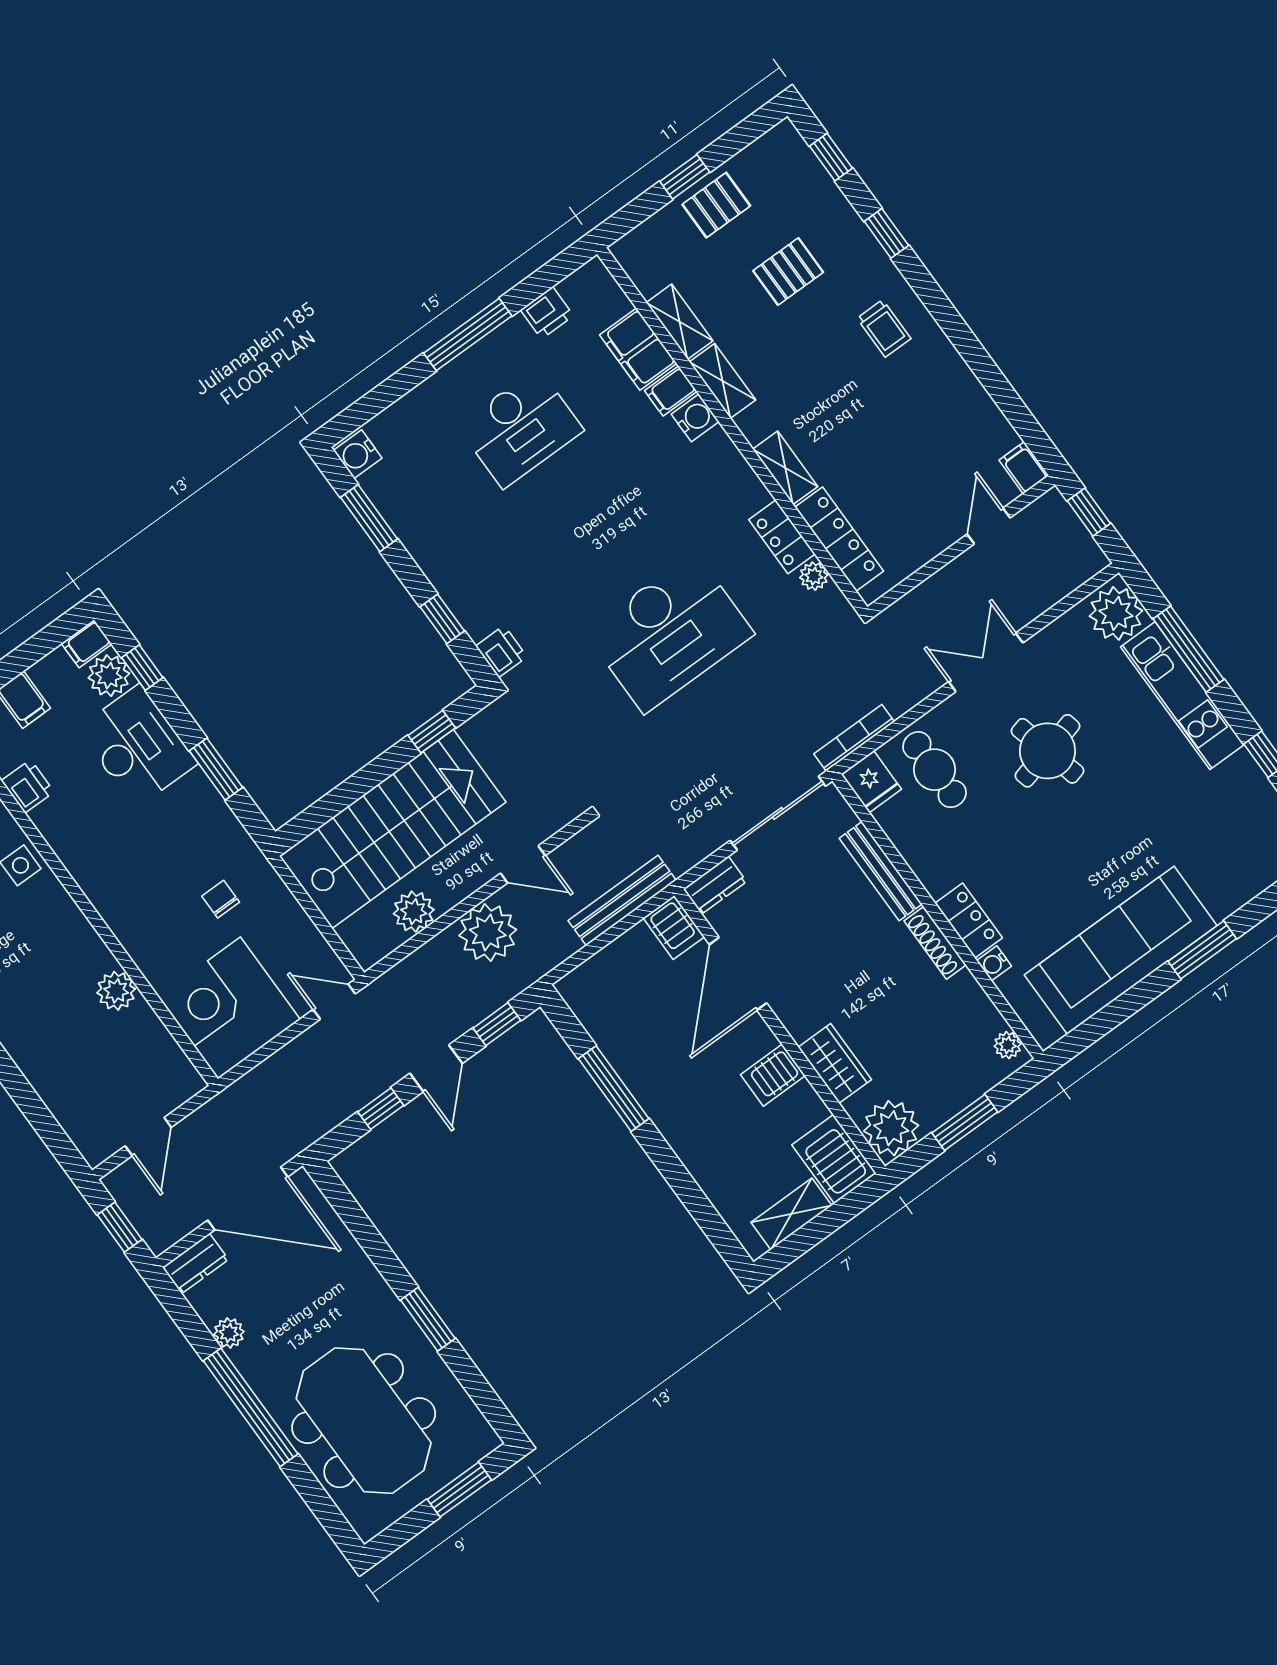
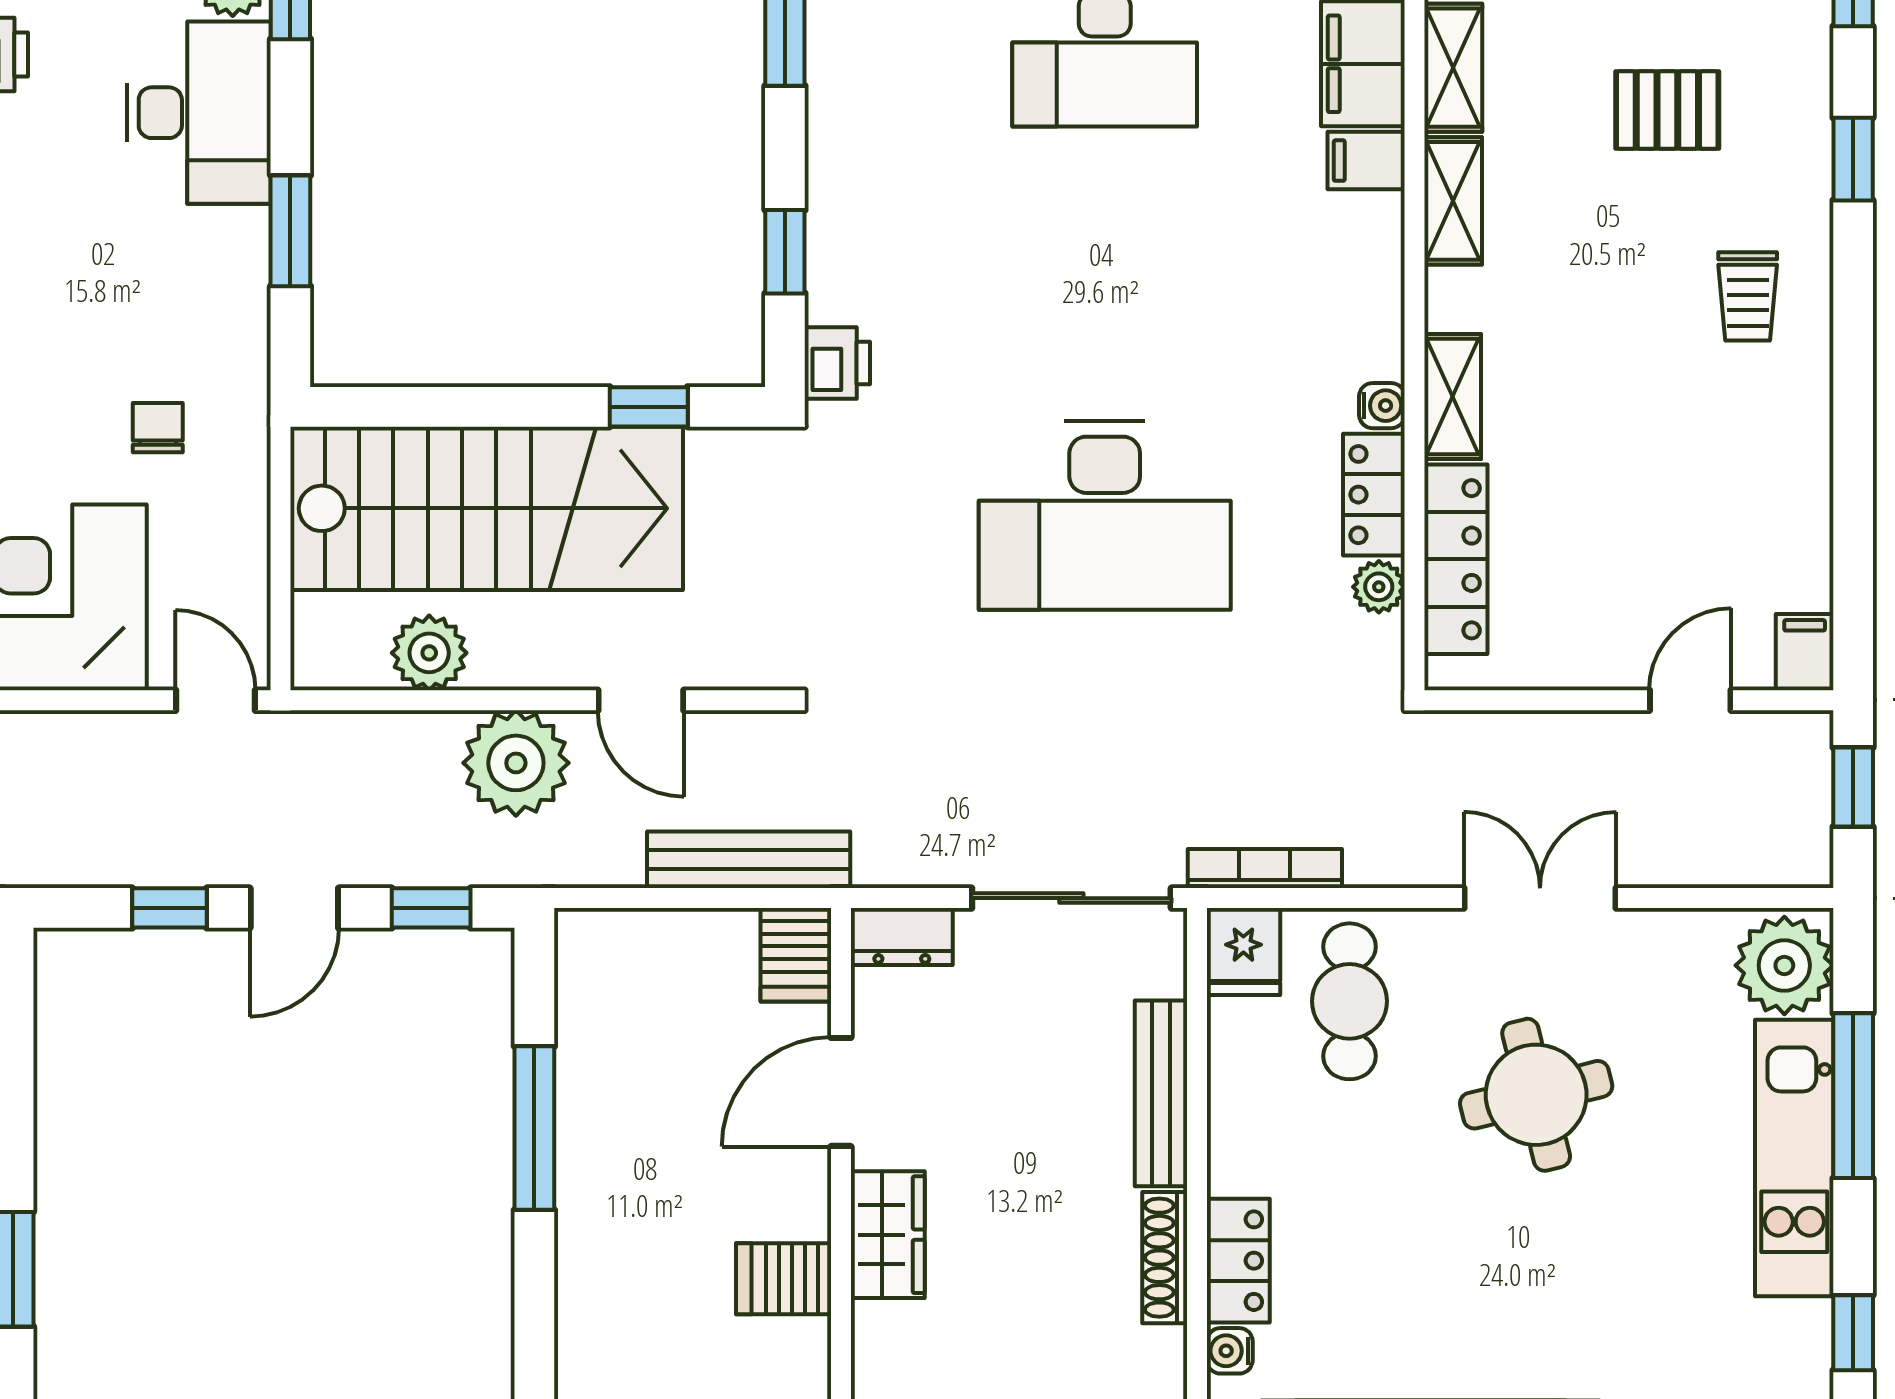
water cooler: (695, 418) -> (1382, 406), moved, width x0.72, depth x0.72
door: (738, 974) -> (841, 1092), width x0.73
wardrobe: (835, 1063) -> (888, 1235), moved

